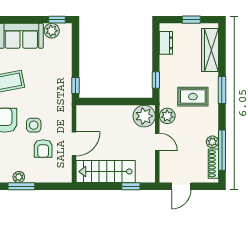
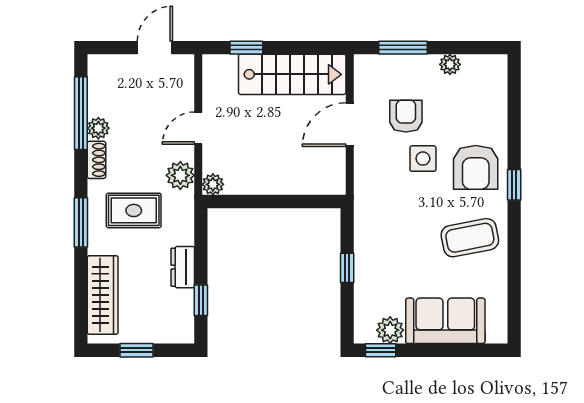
dresser: (166, 43) -> (183, 267), moved
window: (156, 80) -> (201, 300), moved
window: (75, 86) -> (347, 268), moved
plant: (144, 116) -> (213, 184), width x0.53, depth x0.53
door: (157, 142) -> (198, 128), hinge flipped
shoe rack: (213, 164) -> (97, 160), moved, width x0.70
window: (21, 186) -> (403, 48), moved

